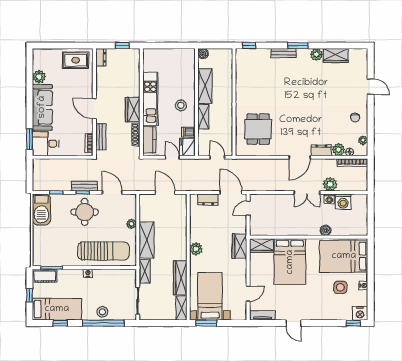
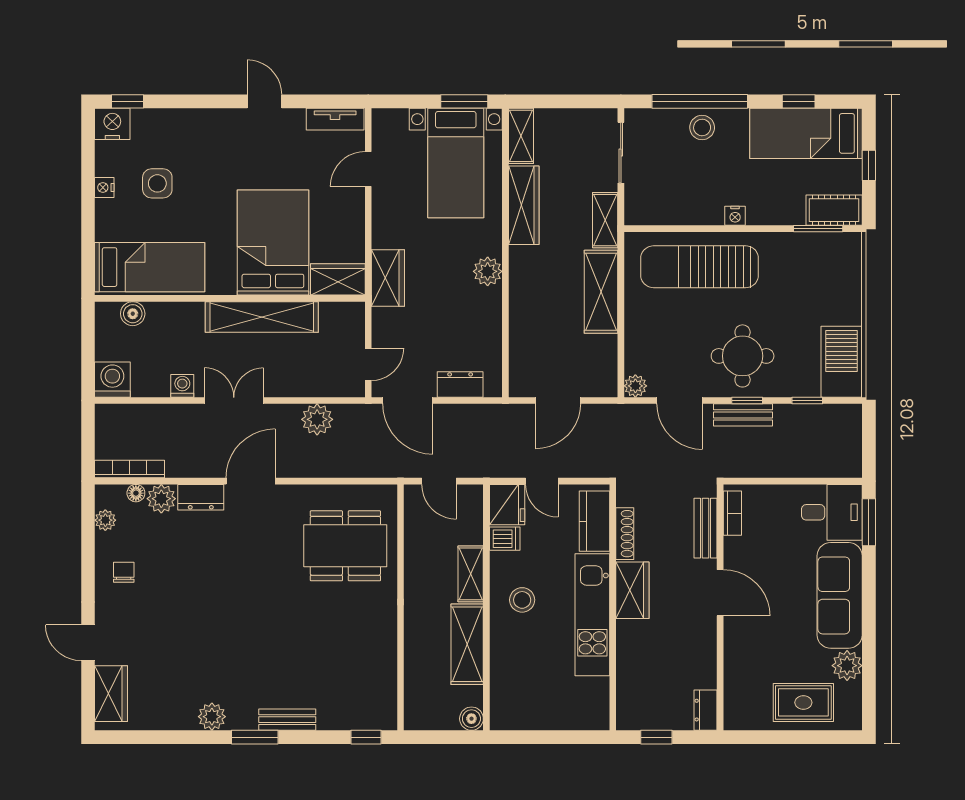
wardrobe: (336, 56) -> (111, 694), moved, turned 90
rug: (76, 60) -> (803, 702), moved
dining table: (258, 129) -> (345, 546), width x1.38
plant: (330, 184) -> (317, 419), moved
door: (165, 193) -> (558, 400), hinge flipped
washing machine: (343, 202) -> (112, 380), moved
plant: (131, 224) -> (635, 386), moved
shelving: (295, 229) -> (262, 317), added
boiler: (325, 230) -> (133, 314), moved
bed: (344, 256) -> (150, 267), width x0.67

